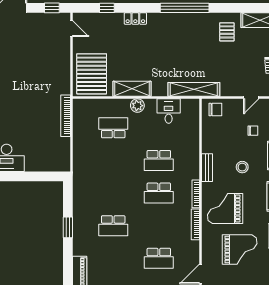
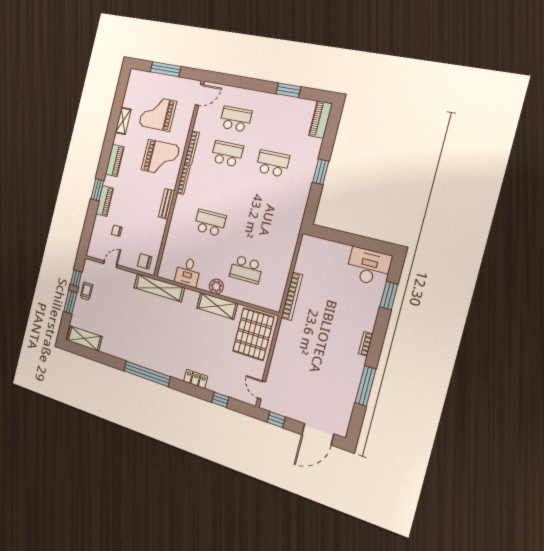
pallet: (227, 32) -> (115, 336), removed
stool: (242, 167) -> (135, 197), removed
school desk: (159, 193) -> (227, 154), moved

